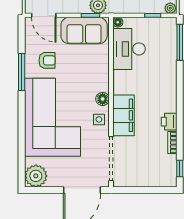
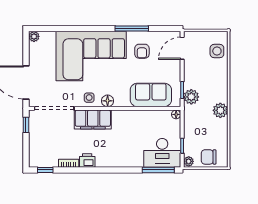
sofa: (84, 31) -> (151, 95), moved, turned 90
desk: (129, 49) -> (162, 153), moved, turned 180
plant: (36, 176) -> (34, 36), width x0.53, depth x0.53
window: (130, 190) -> (26, 125), added

